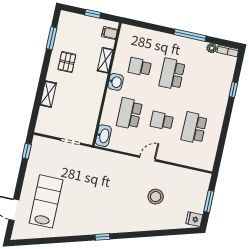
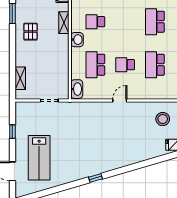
school desk: (172, 74) -> (155, 22), moved
shelving: (48, 94) -> (20, 78), moved
window: (27, 151) -> (12, 132), moved
stool: (156, 197) -> (163, 119), moved
lab bench: (46, 201) -> (39, 158), turned 180

